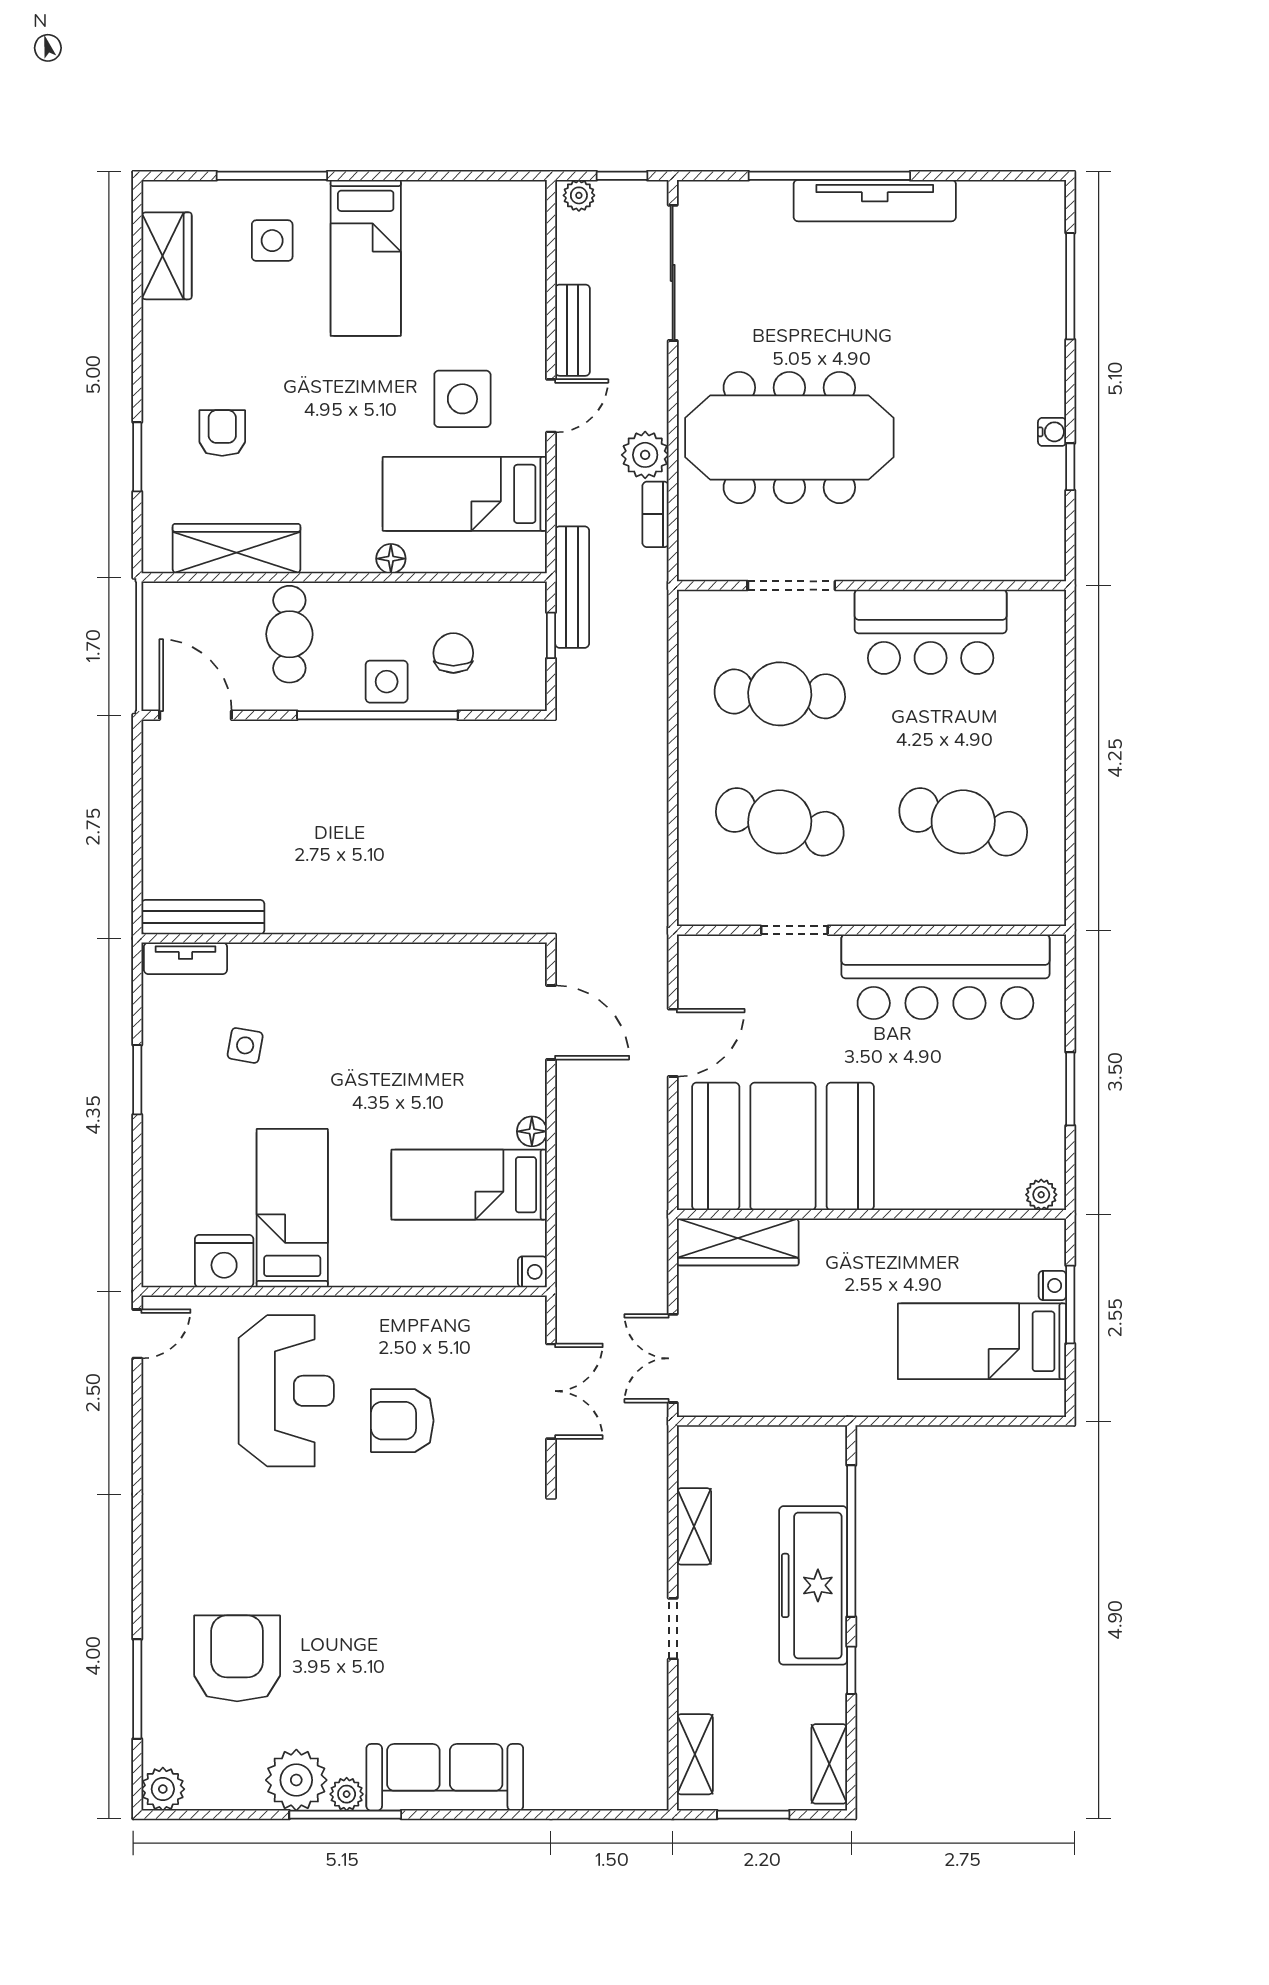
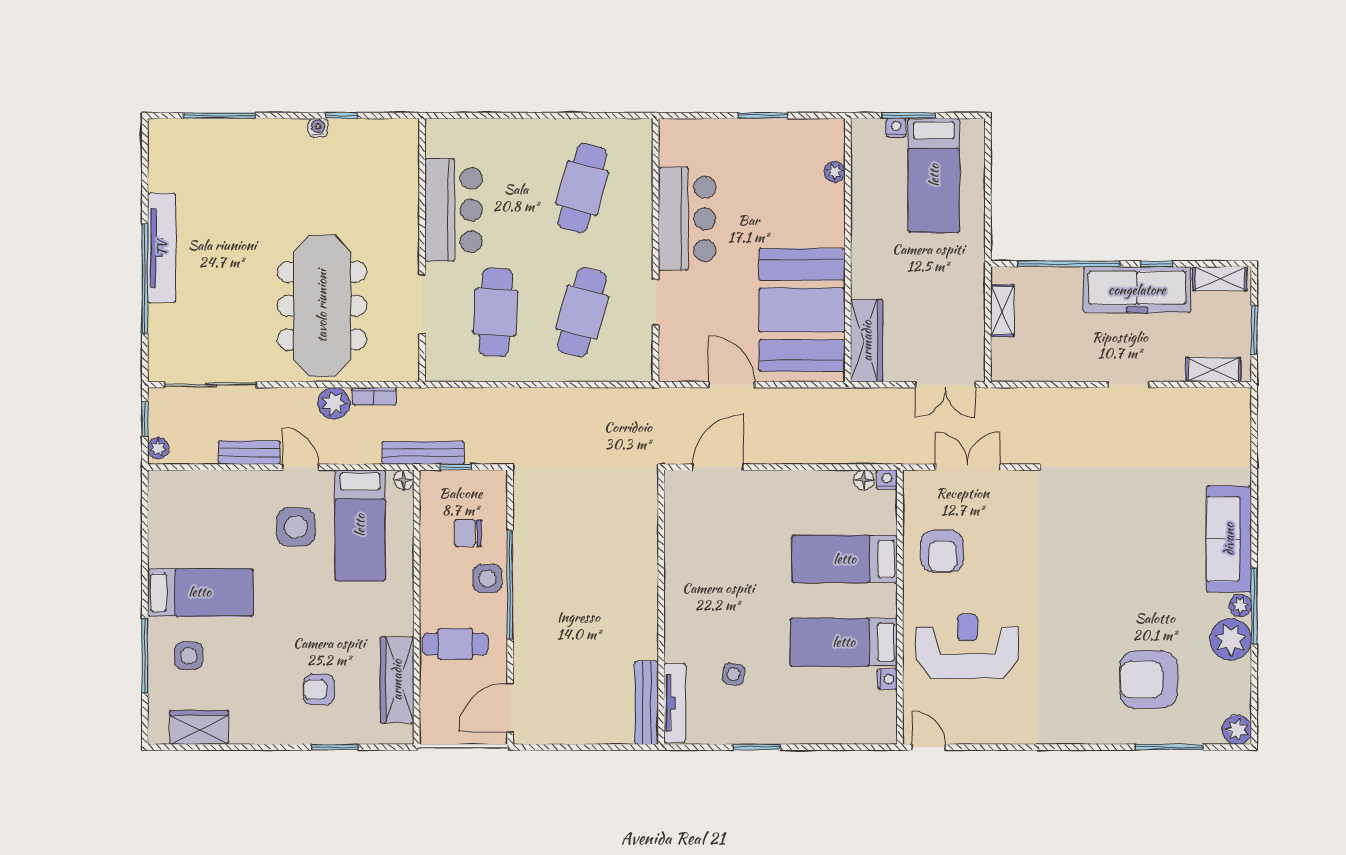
floor lamp: (391, 559) -> (404, 480), moved
tv unit: (185, 958) -> (675, 703), width x1.41
bar counter: (945, 977) -> (687, 219), width x0.73
floor lamp: (532, 1131) -> (864, 480), moved
bed: (469, 1185) -> (845, 559), moved, turned 90
plant: (1041, 1195) -> (835, 172), moved
nightstand: (224, 1261) -> (887, 679), width x0.53, depth x0.56
armchair: (402, 1421) -> (942, 551), moved
shelving: (694, 1526) -> (1002, 311), moved, turned 90
freezer: (813, 1585) -> (1137, 290), moved

